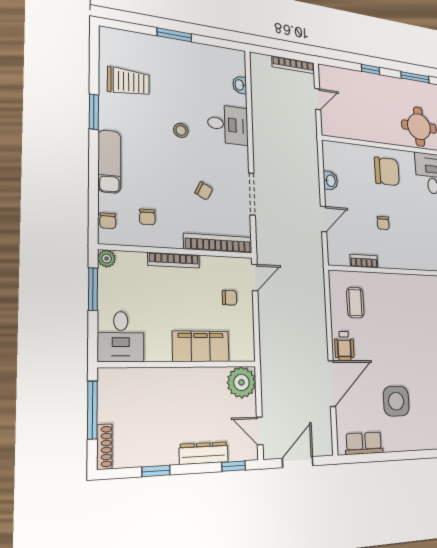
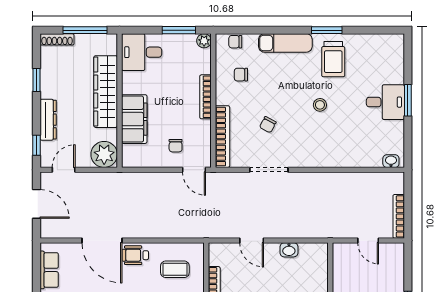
trolley: (128, 82) -> (333, 59), moved
washbasin: (240, 85) -> (391, 161), moved
desk: (228, 125) -> (385, 102), moved, turned -90
wardrobe: (169, 382) -> (106, 92), added

